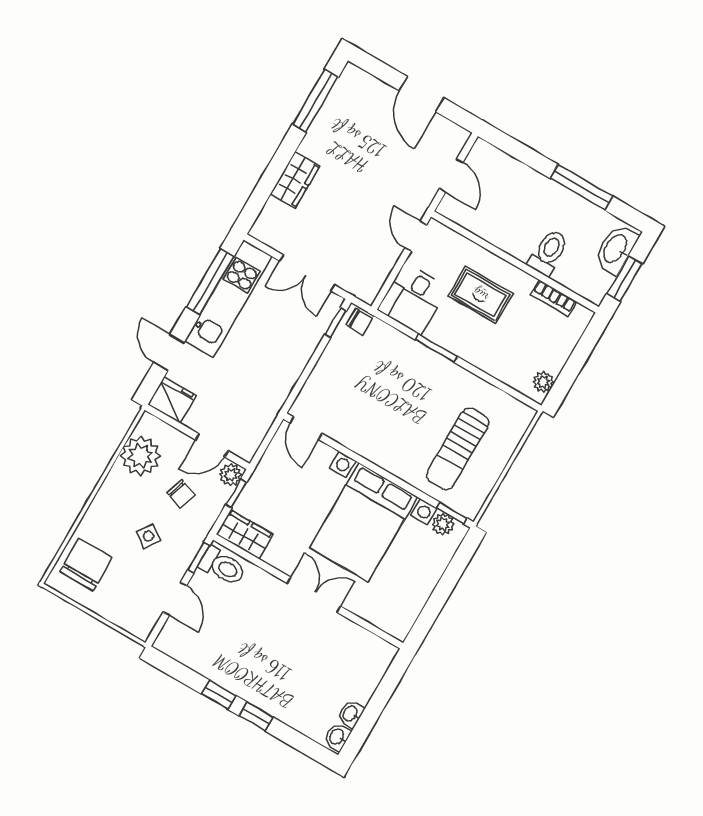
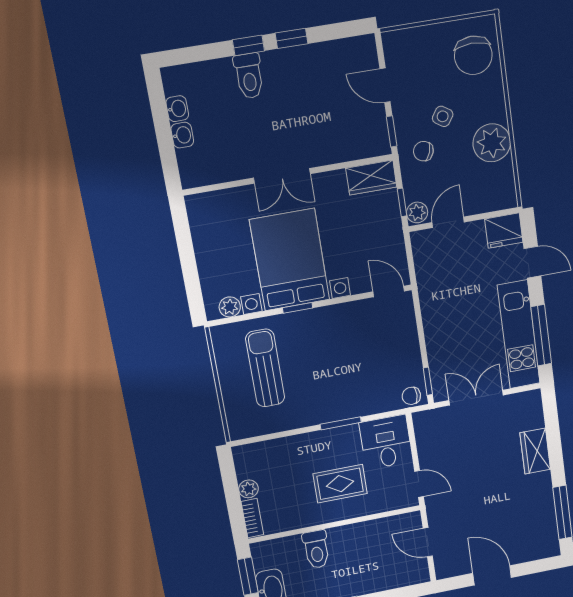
bookcase: (554, 298) -> (252, 518), moved, turned 90
plant: (543, 382) -> (248, 489), moved
plant: (141, 456) -> (492, 143), moved
chair: (181, 494) -> (423, 151), moved
window: (452, 513) -> (298, 308), moved
toilet: (223, 566) -> (249, 76), moved, turned -90
washbasin: (337, 737) -> (182, 135), moved

